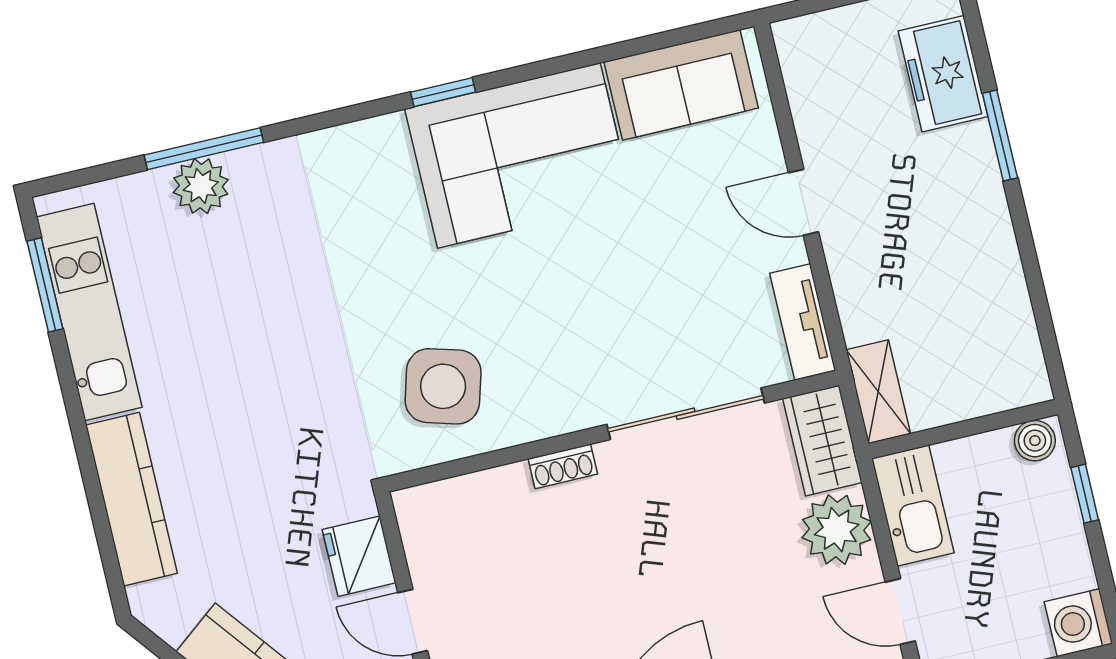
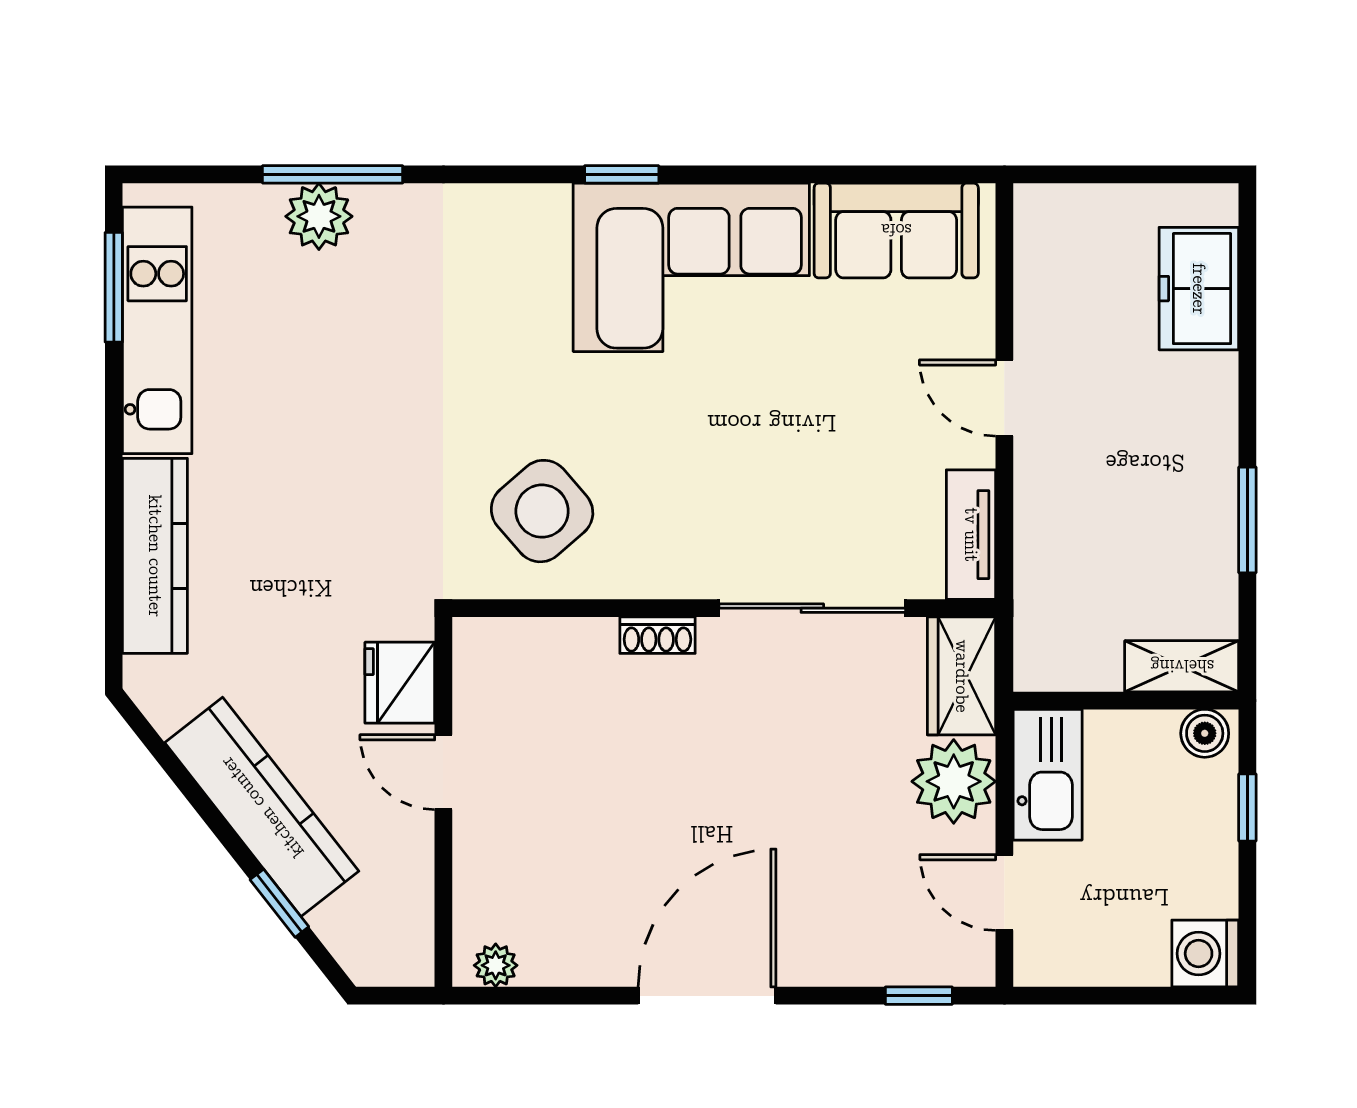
window: (1000, 136) -> (1247, 520), moved
side table: (443, 386) -> (542, 511), turned 33
shelving: (878, 392) -> (1182, 666), moved, turned 90

